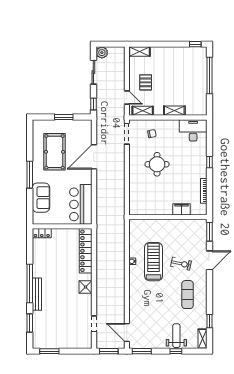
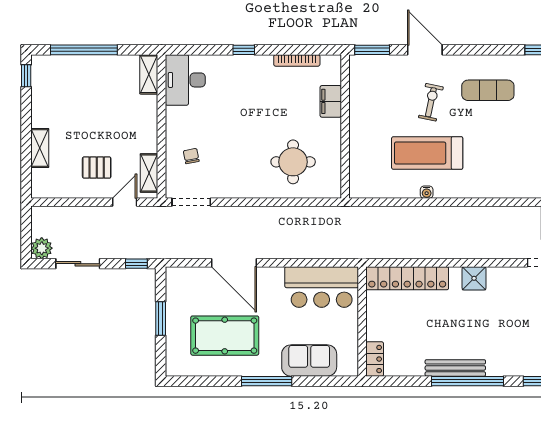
shelving: (140, 52) -> (40, 148), moved
shelving: (174, 111) -> (149, 74), moved
round table: (157, 164) -> (293, 162), moved
bench: (37, 294) -> (455, 368), moved

